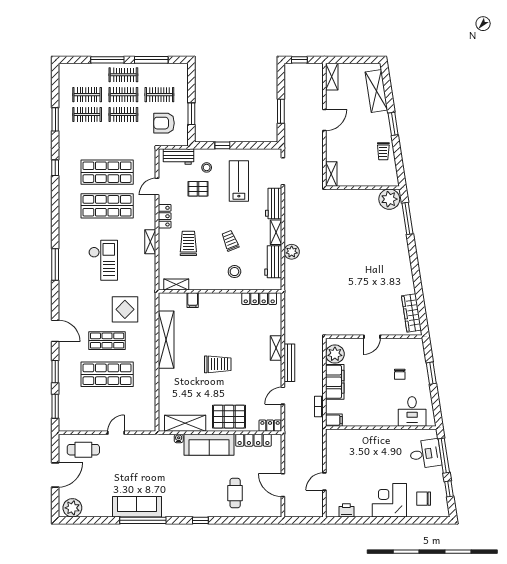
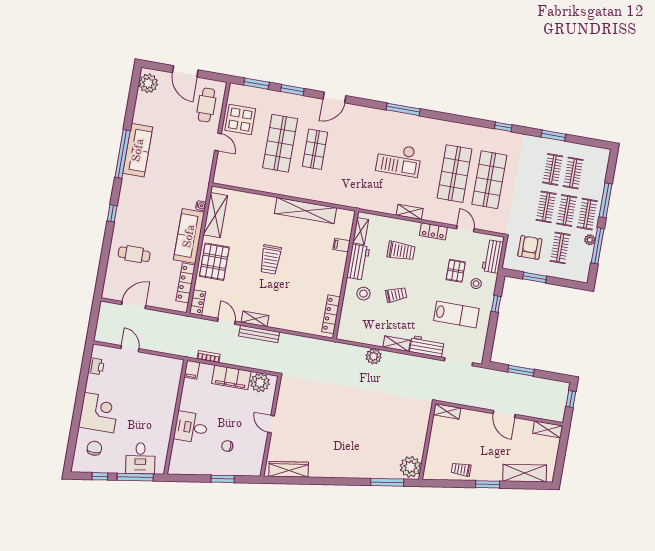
plant: (147, 68) -> (590, 240), added
workbench: (273, 262) -> (358, 262), moved, turned 90
display table: (125, 309) -> (240, 120), moved
shelving: (276, 348) -> (255, 319), moved
desk: (412, 411) -> (191, 427), moved

